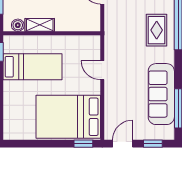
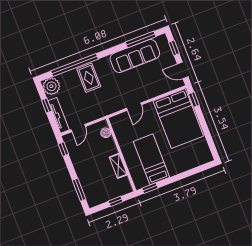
boiler: (18, 25) -> (106, 133), moved
rug: (157, 30) -> (89, 78), turned 90

